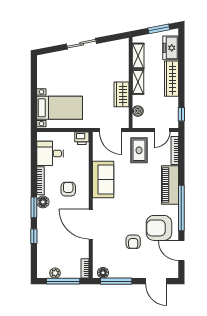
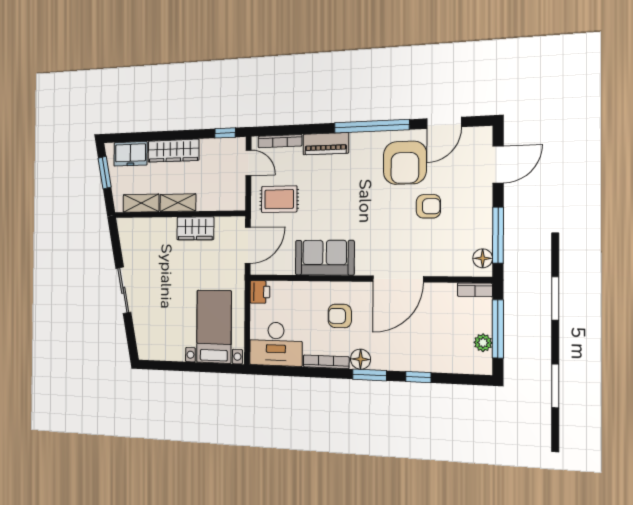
boiler: (138, 111) -> (220, 202), removed
desk: (50, 153) -> (276, 344), width x1.37
piano: (170, 185) -> (326, 144), width x0.73, depth x0.75

